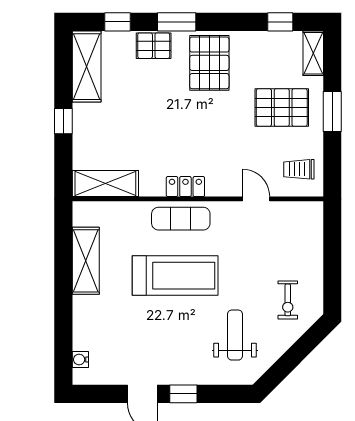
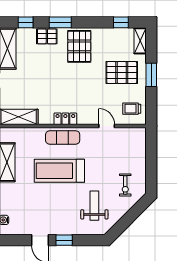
treadmill: (175, 276) -> (59, 171), turned 180

